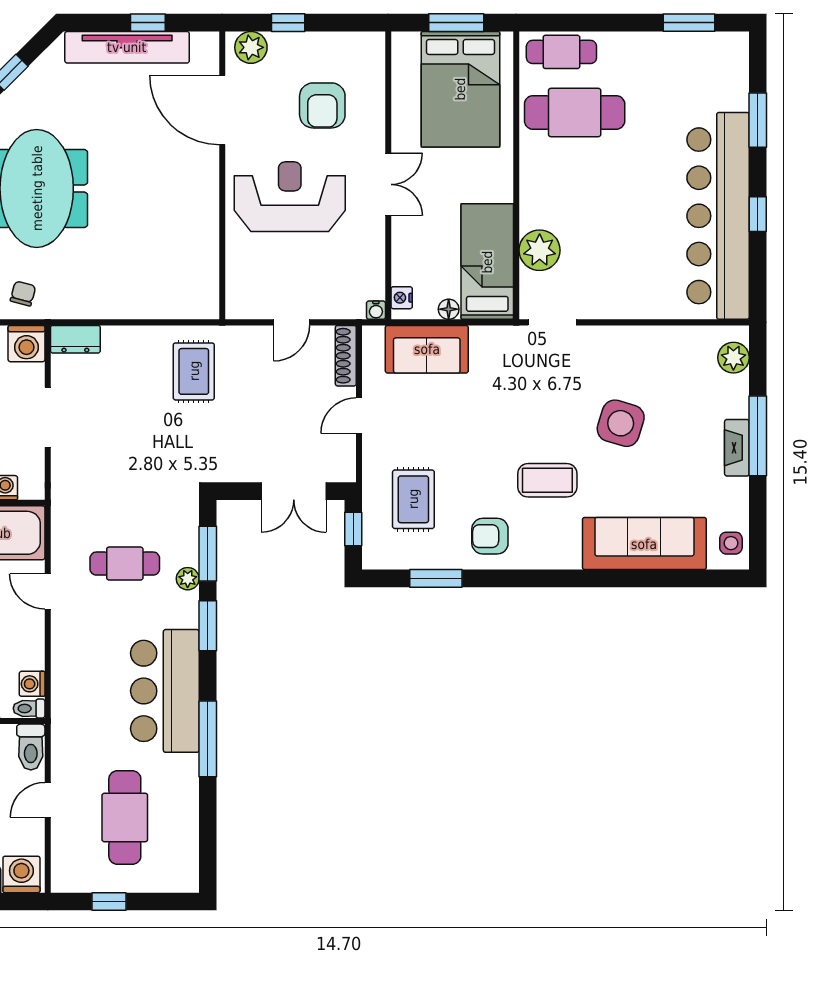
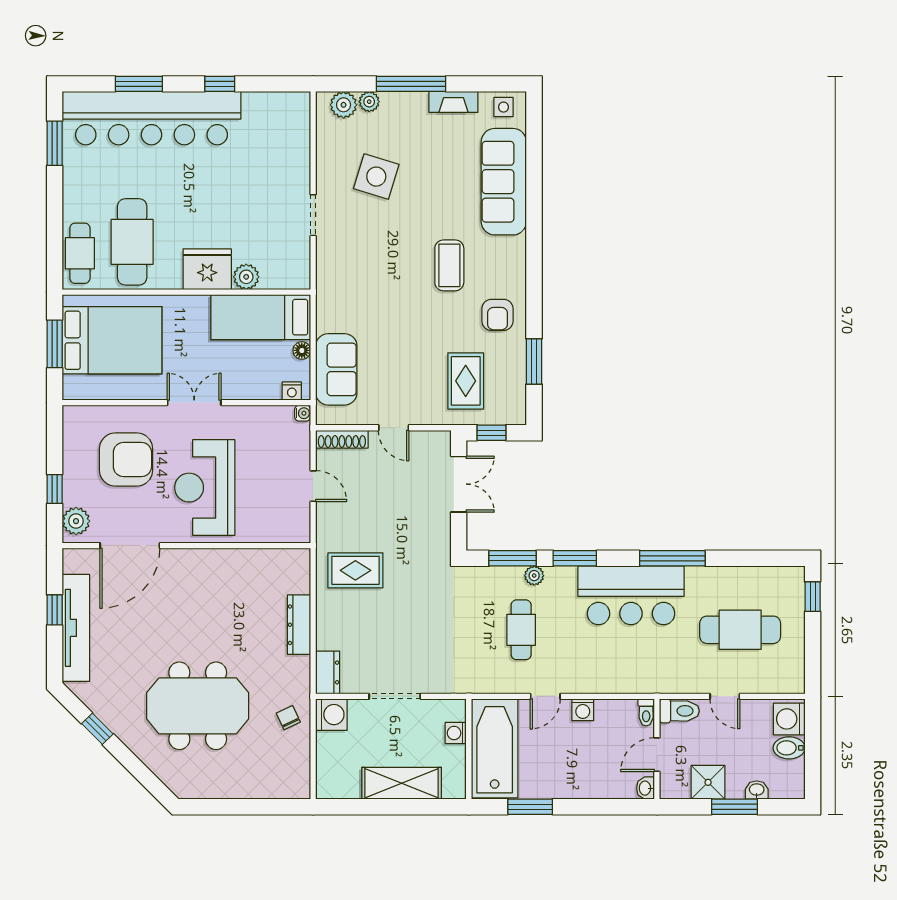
armchair: (322, 105) -> (126, 459), width x1.36, depth x1.36
fridge: (543, 200) -> (207, 269), added
bar counter: (718, 216) -> (152, 118), moved
plant: (540, 250) -> (246, 277), width x0.73, depth x0.73
chair: (23, 294) -> (288, 718), turned 50
dresser: (131, 306) -> (299, 625), added
doorway: (552, 322) -> (313, 215), moved
plant: (737, 387) -> (369, 102), added
side table: (621, 423) -> (376, 177), moved
fireplace: (737, 448) -> (453, 102), moved
rug: (413, 499) -> (466, 381), turned 90
washing machine: (32, 684) -> (583, 710), moved
window: (109, 902) -> (813, 597), moved

